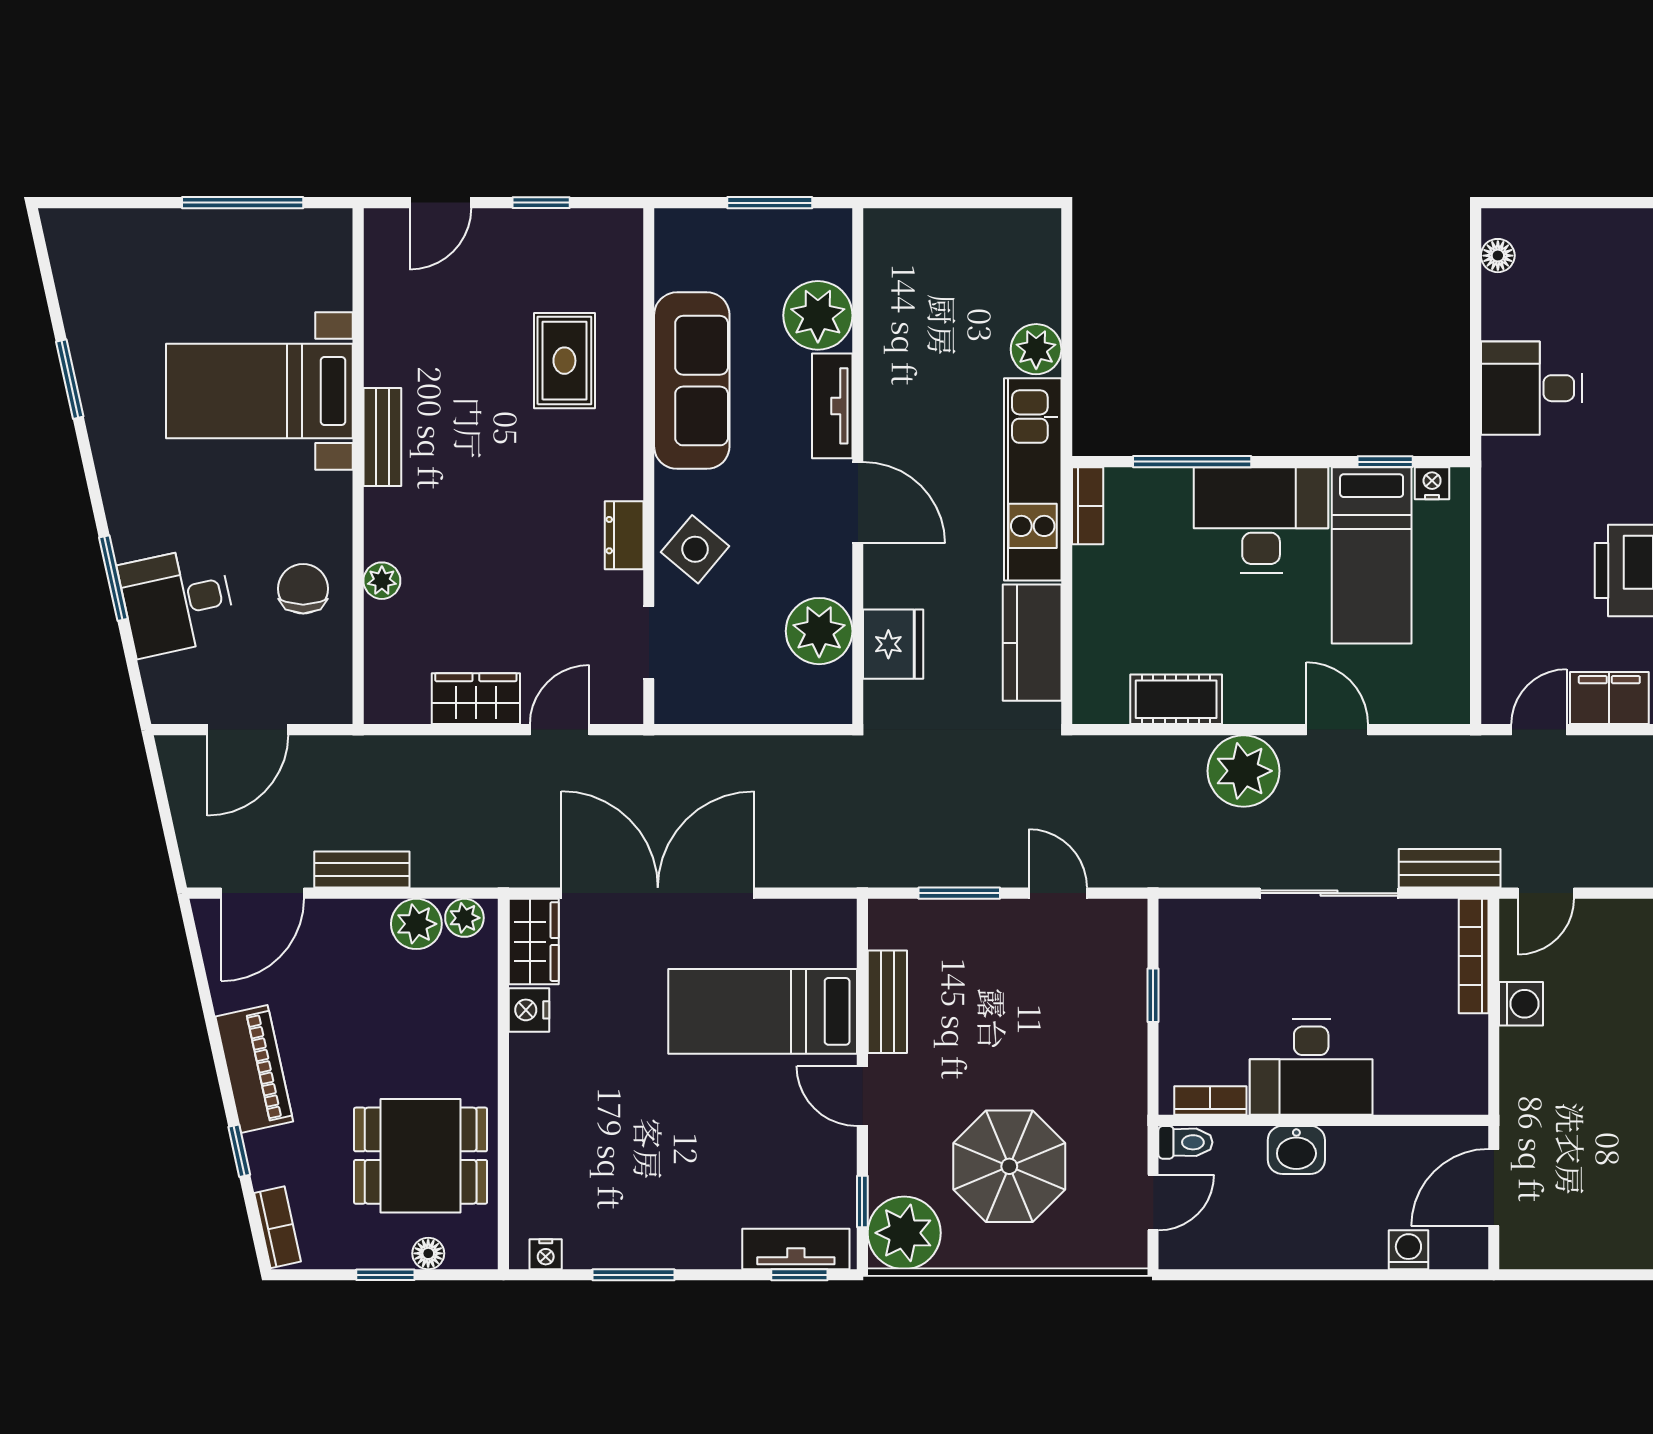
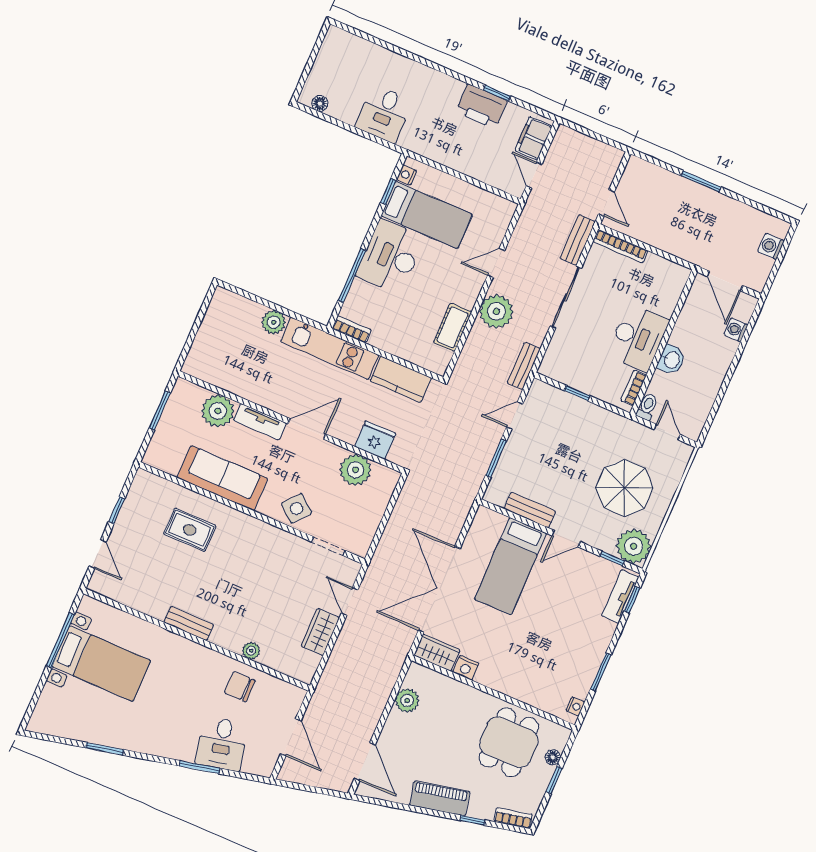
bed with nightstands: (259, 391) -> (101, 664), moved, turned -90
dresser: (624, 535) -> (277, 537), removed
bench: (362, 870) -> (524, 366), moved
plant: (464, 918) -> (414, 678), removed
washing machine: (1521, 1004) -> (771, 246), moved, turned -90

